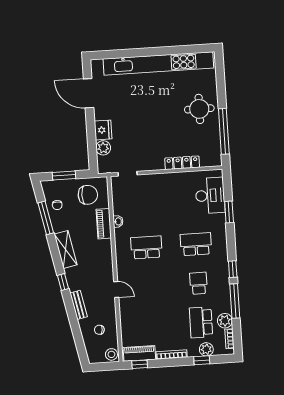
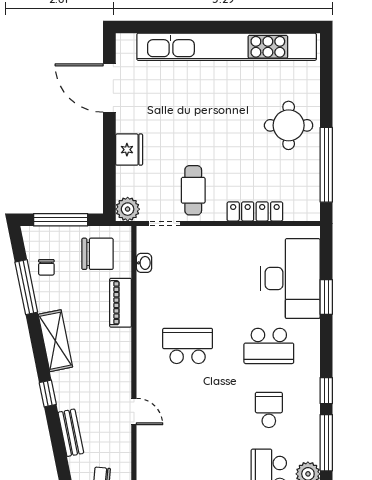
plant: (103, 148) -> (128, 209), moved
cafe table: (144, 152) -> (193, 190), added
window: (64, 175) -> (61, 220), width x1.44
desk: (210, 196) -> (290, 279), width x1.36, depth x1.30
washbasin: (118, 221) -> (144, 263), moved
school desk: (196, 244) -> (269, 346), turned 180

